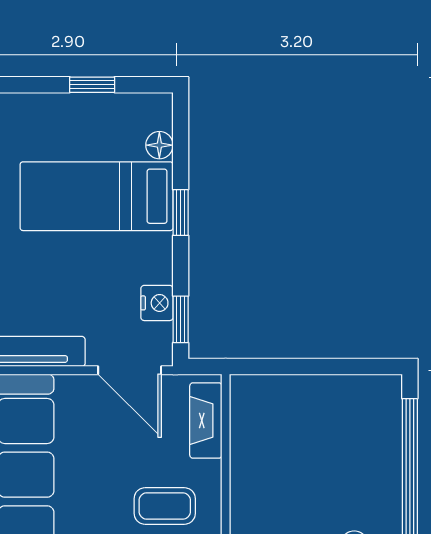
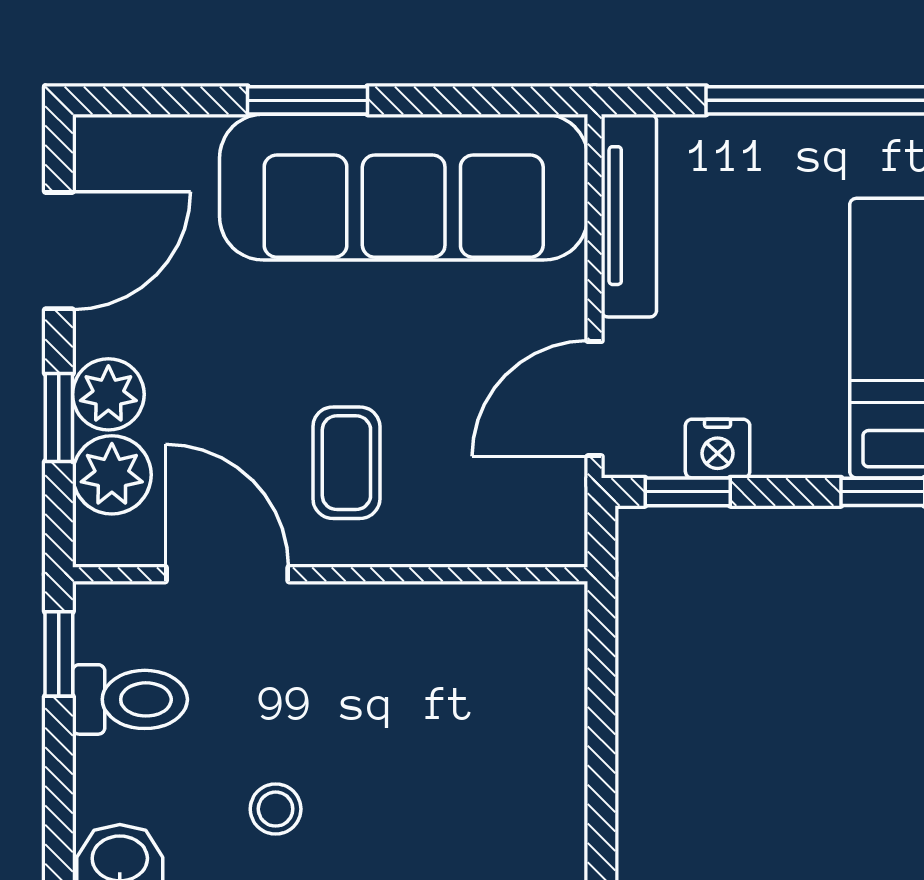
fireplace: (206, 420) -> (503, 538), removed

